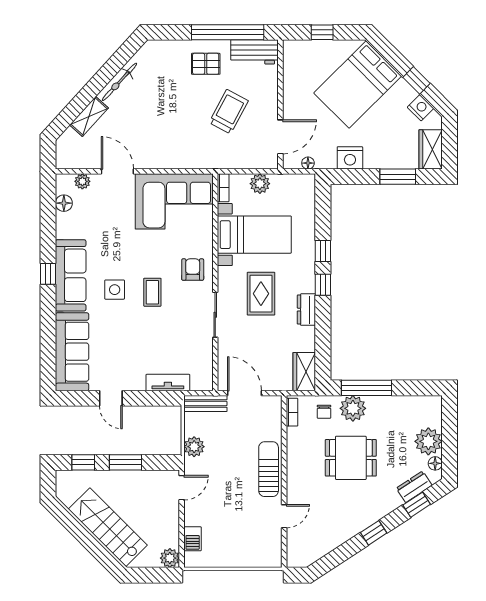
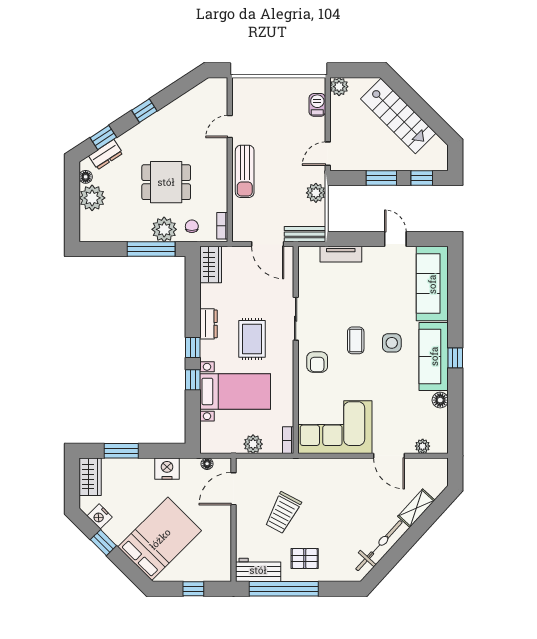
bicycle: (119, 82) -> (379, 546), width x1.37, depth x1.40
floor lamp: (64, 203) -> (440, 400), moved
bed with nightstands: (254, 235) -> (235, 391), moved, turned 180

